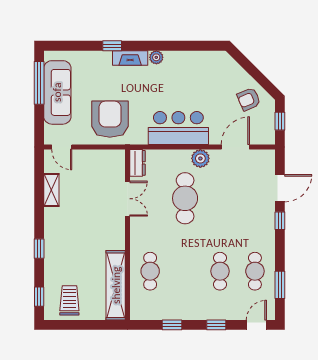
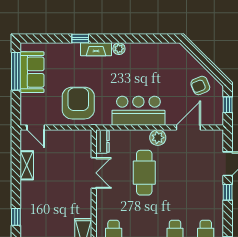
sofa: (57, 92) -> (32, 72), width x0.73

